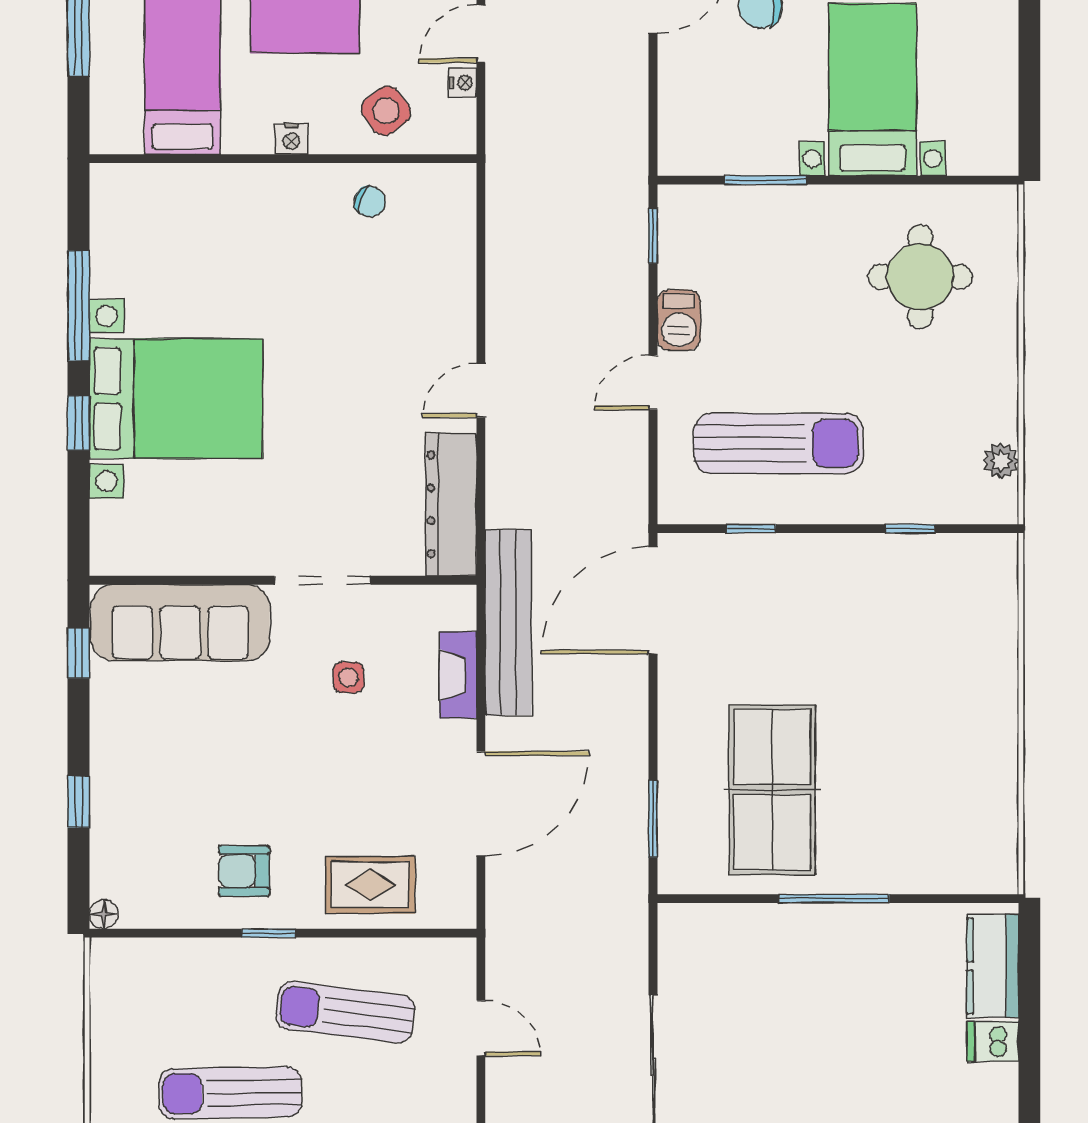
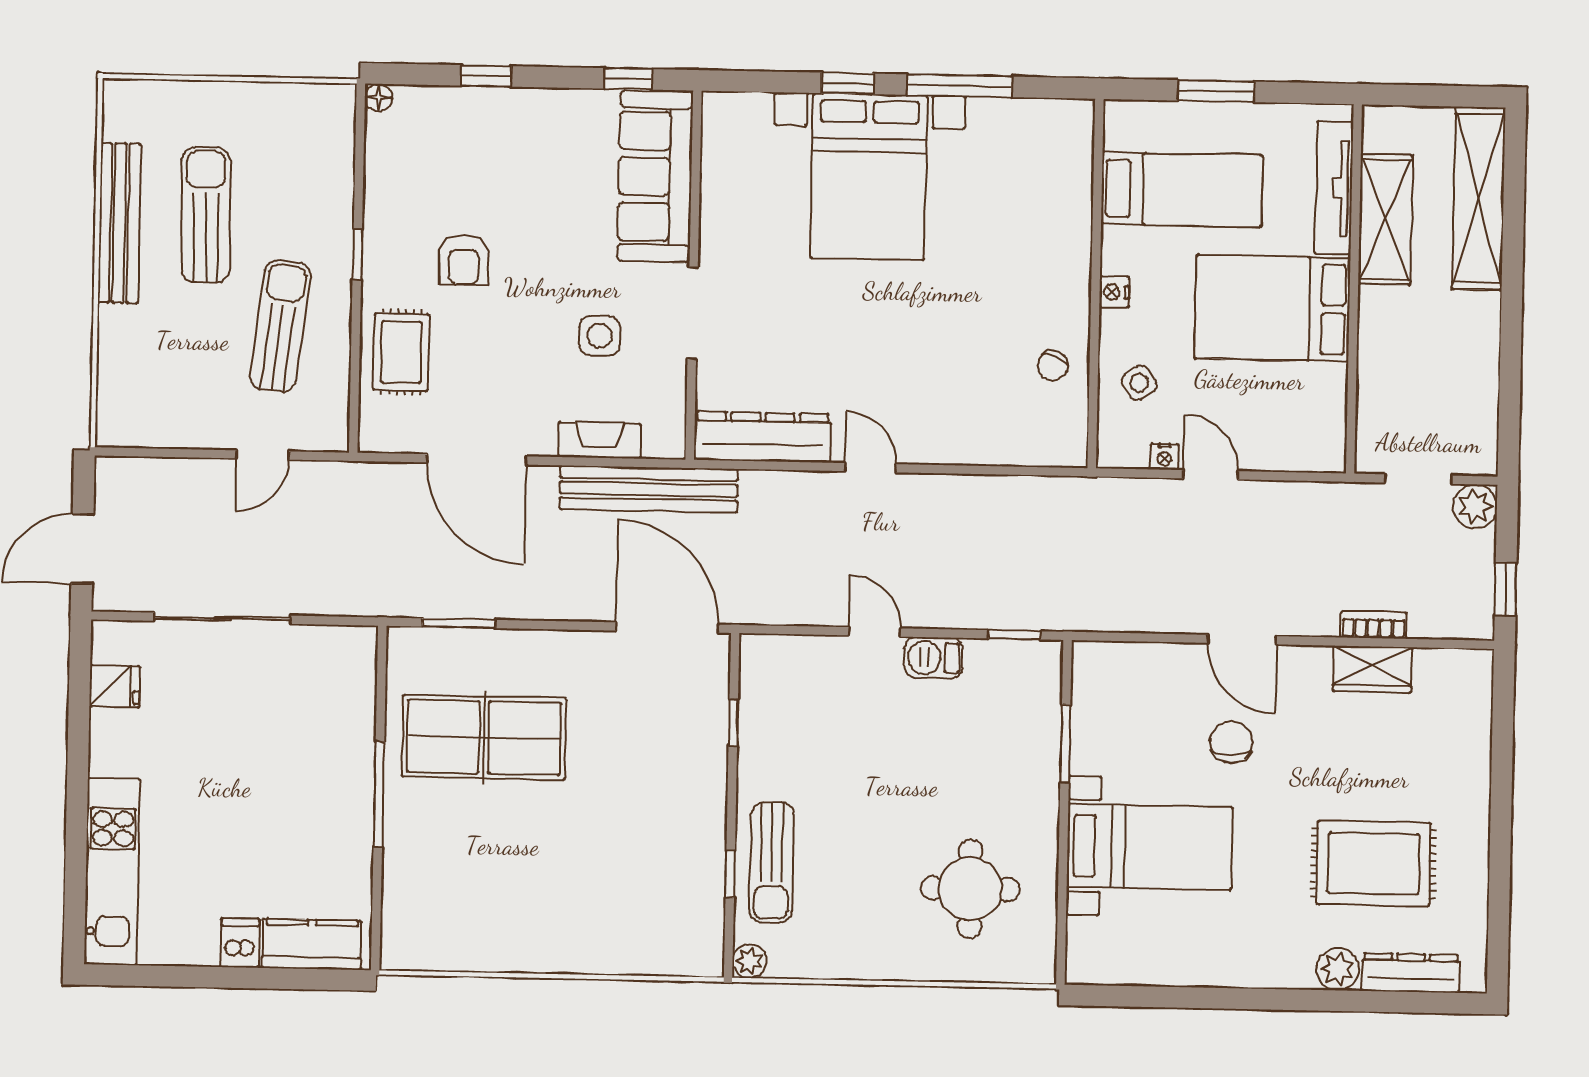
side table: (386, 111) -> (1139, 383), width x0.73, depth x0.73
sun lounger: (778, 443) -> (771, 862), moved, width x0.73, depth x0.75
plant: (1001, 461) -> (749, 961), moved
side table: (349, 677) -> (600, 336), width x1.37, depth x1.37
armchair: (244, 871) -> (464, 260), moved, turned 180

